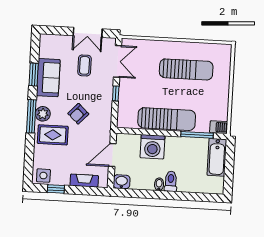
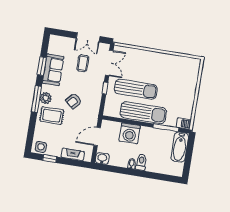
sun lounger: (186, 69) -> (136, 89), moved

